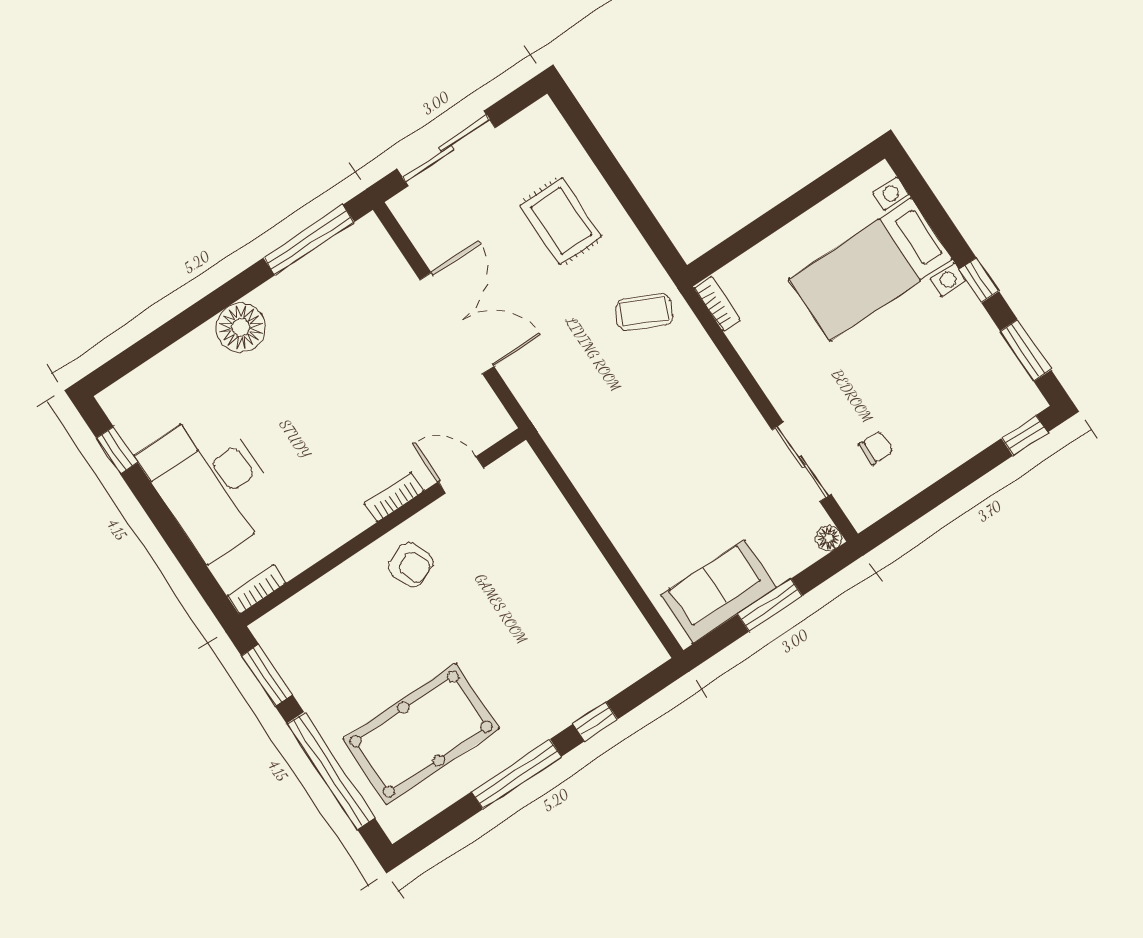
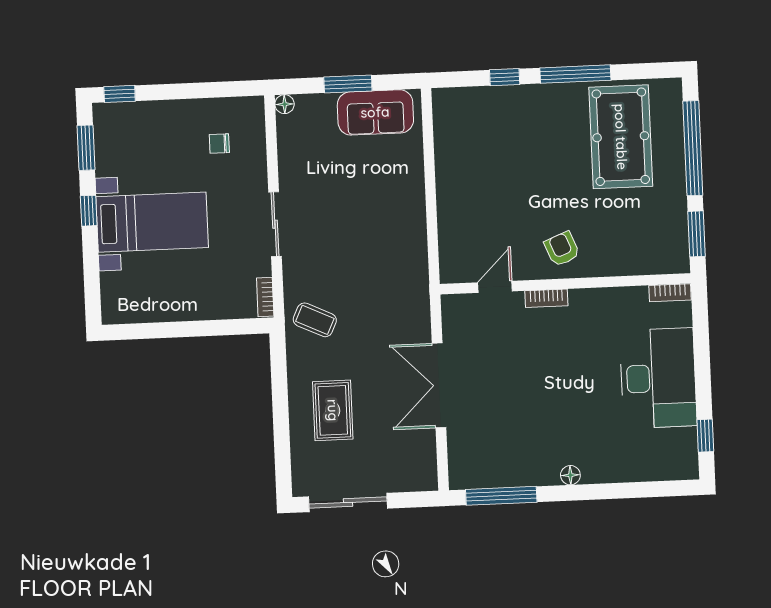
sliding door: (446, 148) -> (348, 502), moved
bed with nightstands: (870, 269) -> (152, 222), moved
floor lamp: (241, 328) -> (570, 475), width x0.53, depth x0.53
sliding door: (802, 462) -> (275, 224), moved
door: (461, 475) -> (495, 287), swing flipped
pool table: (421, 734) -> (621, 137), turned 90

